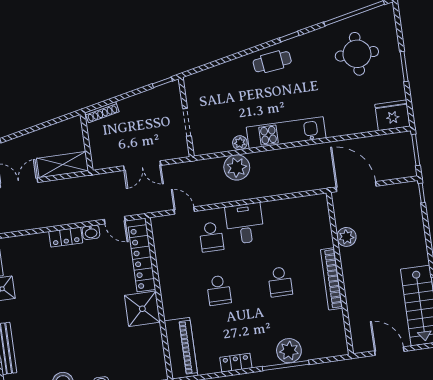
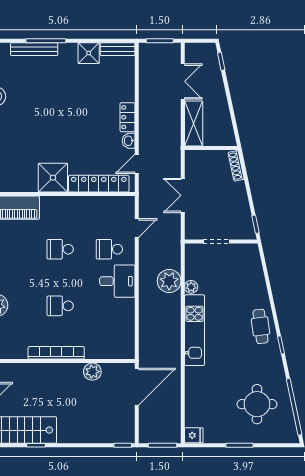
fridge: (392, 115) -> (194, 435), width x0.53, depth x0.75

